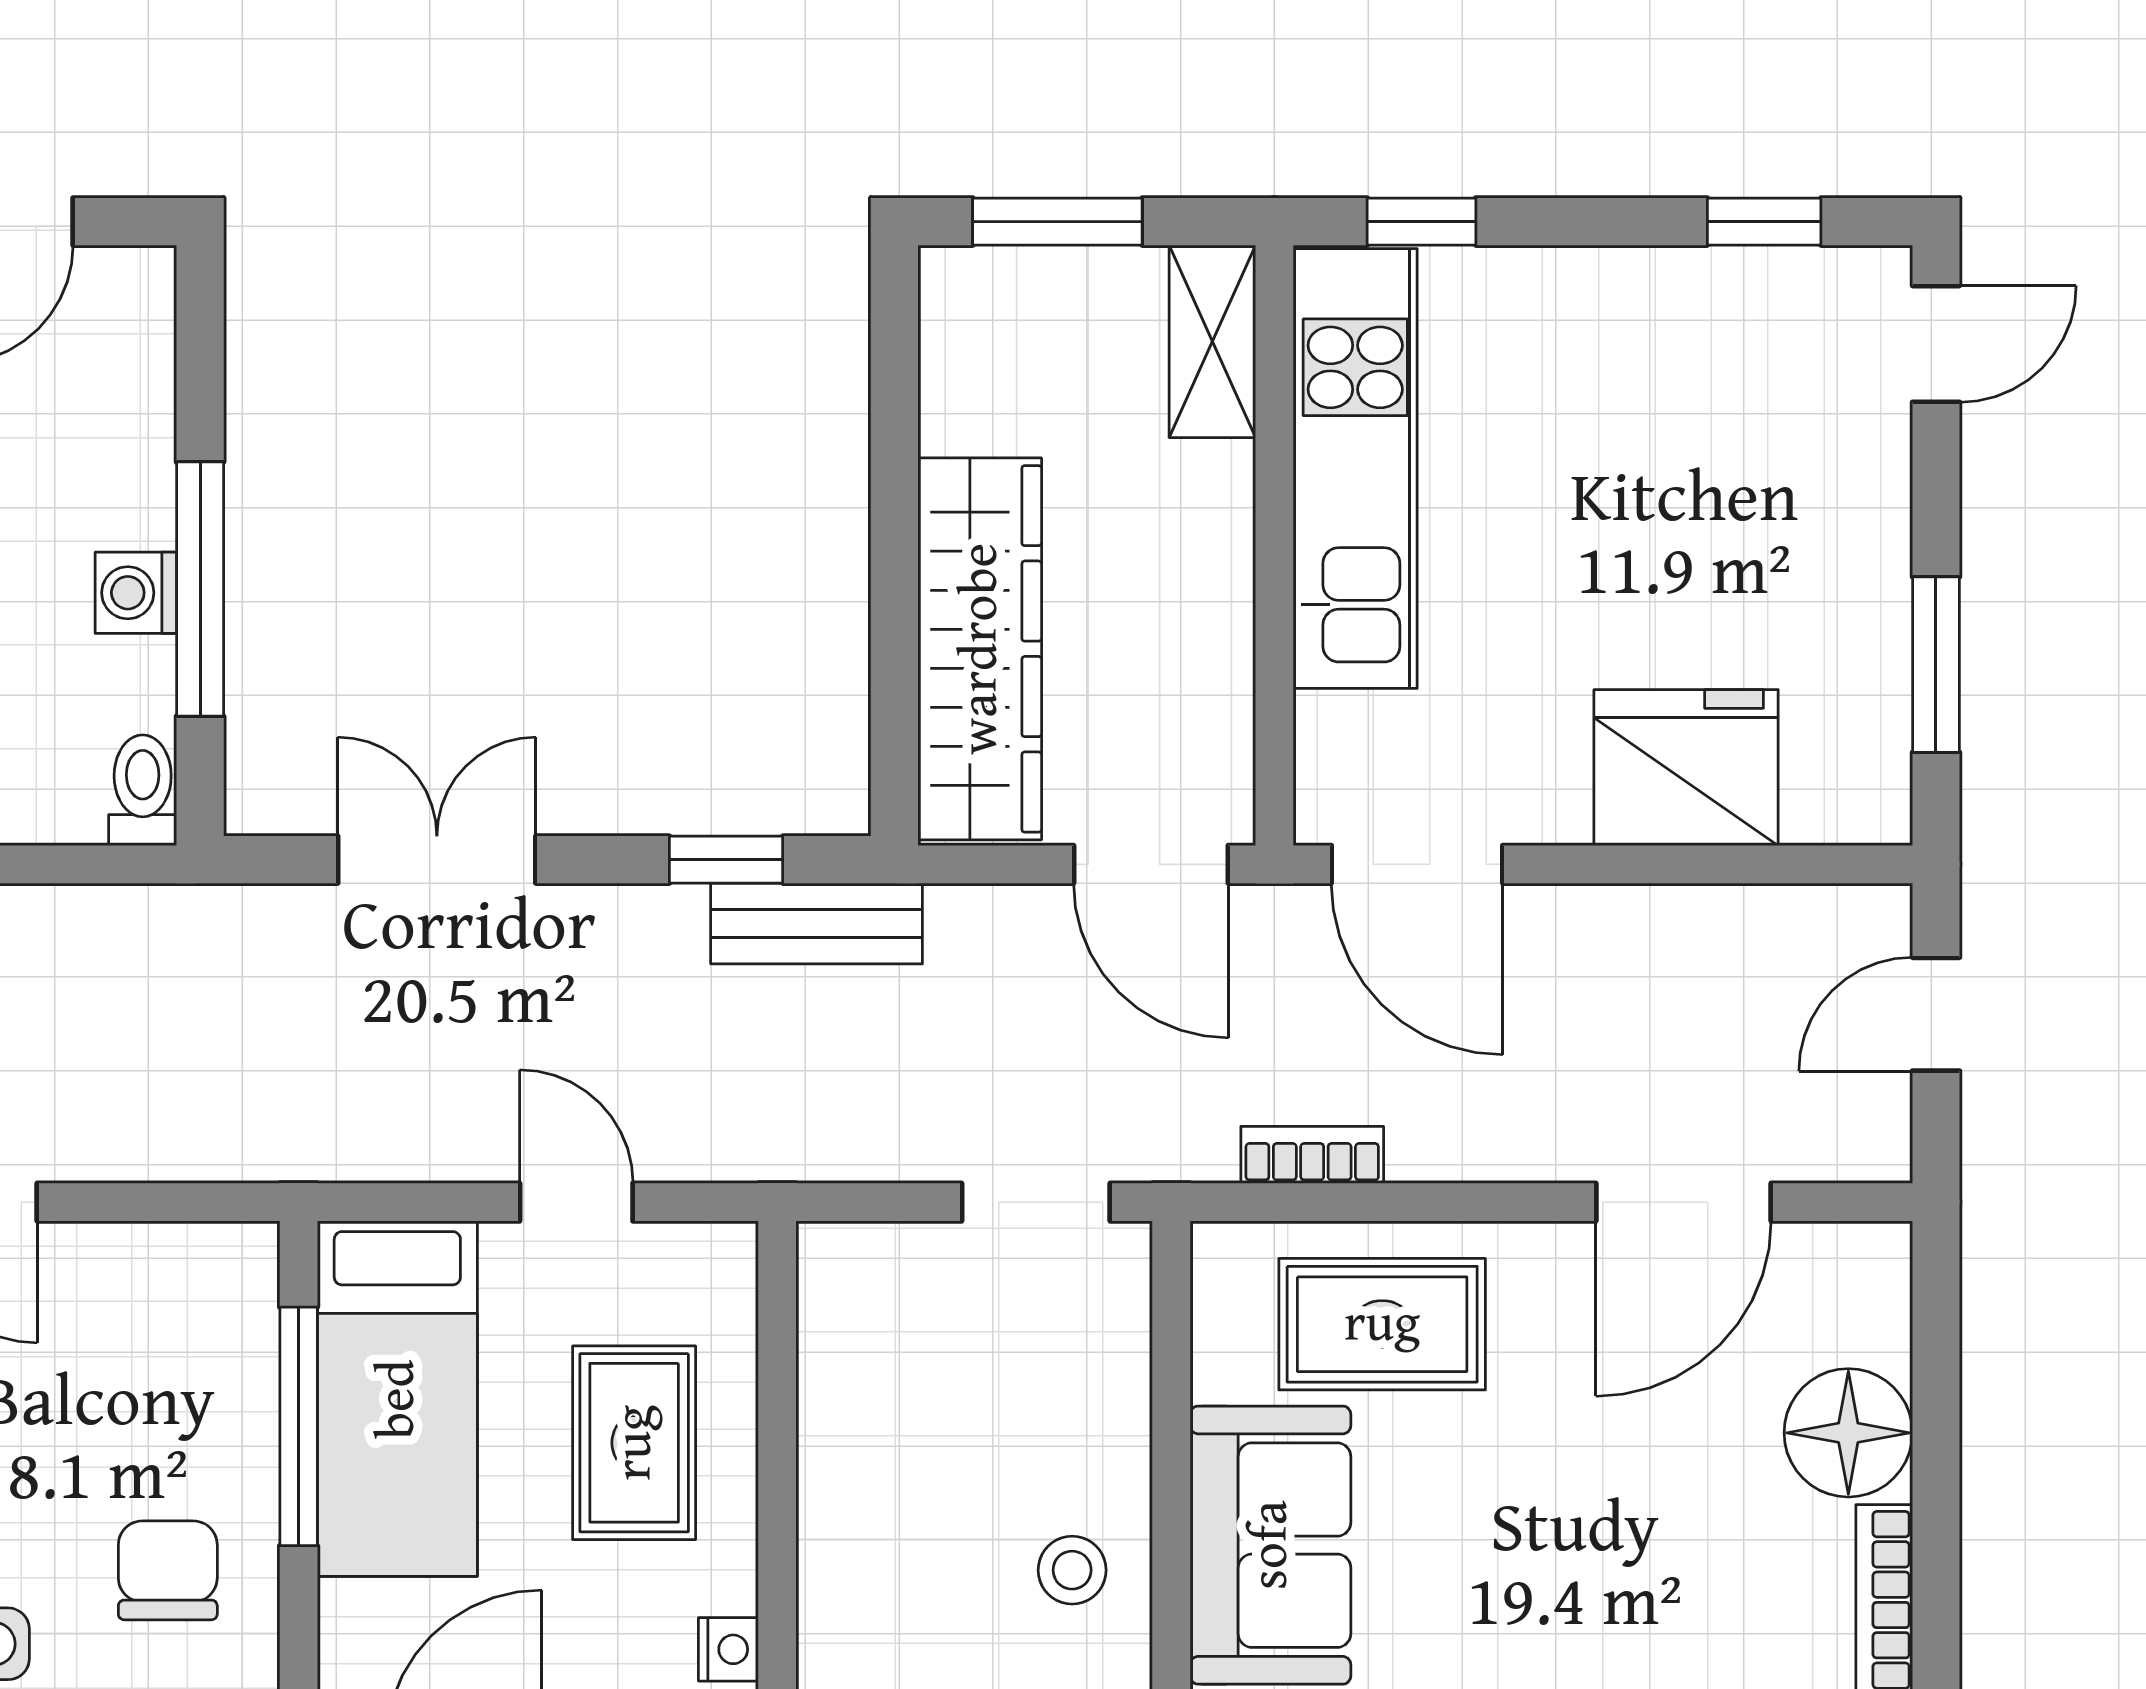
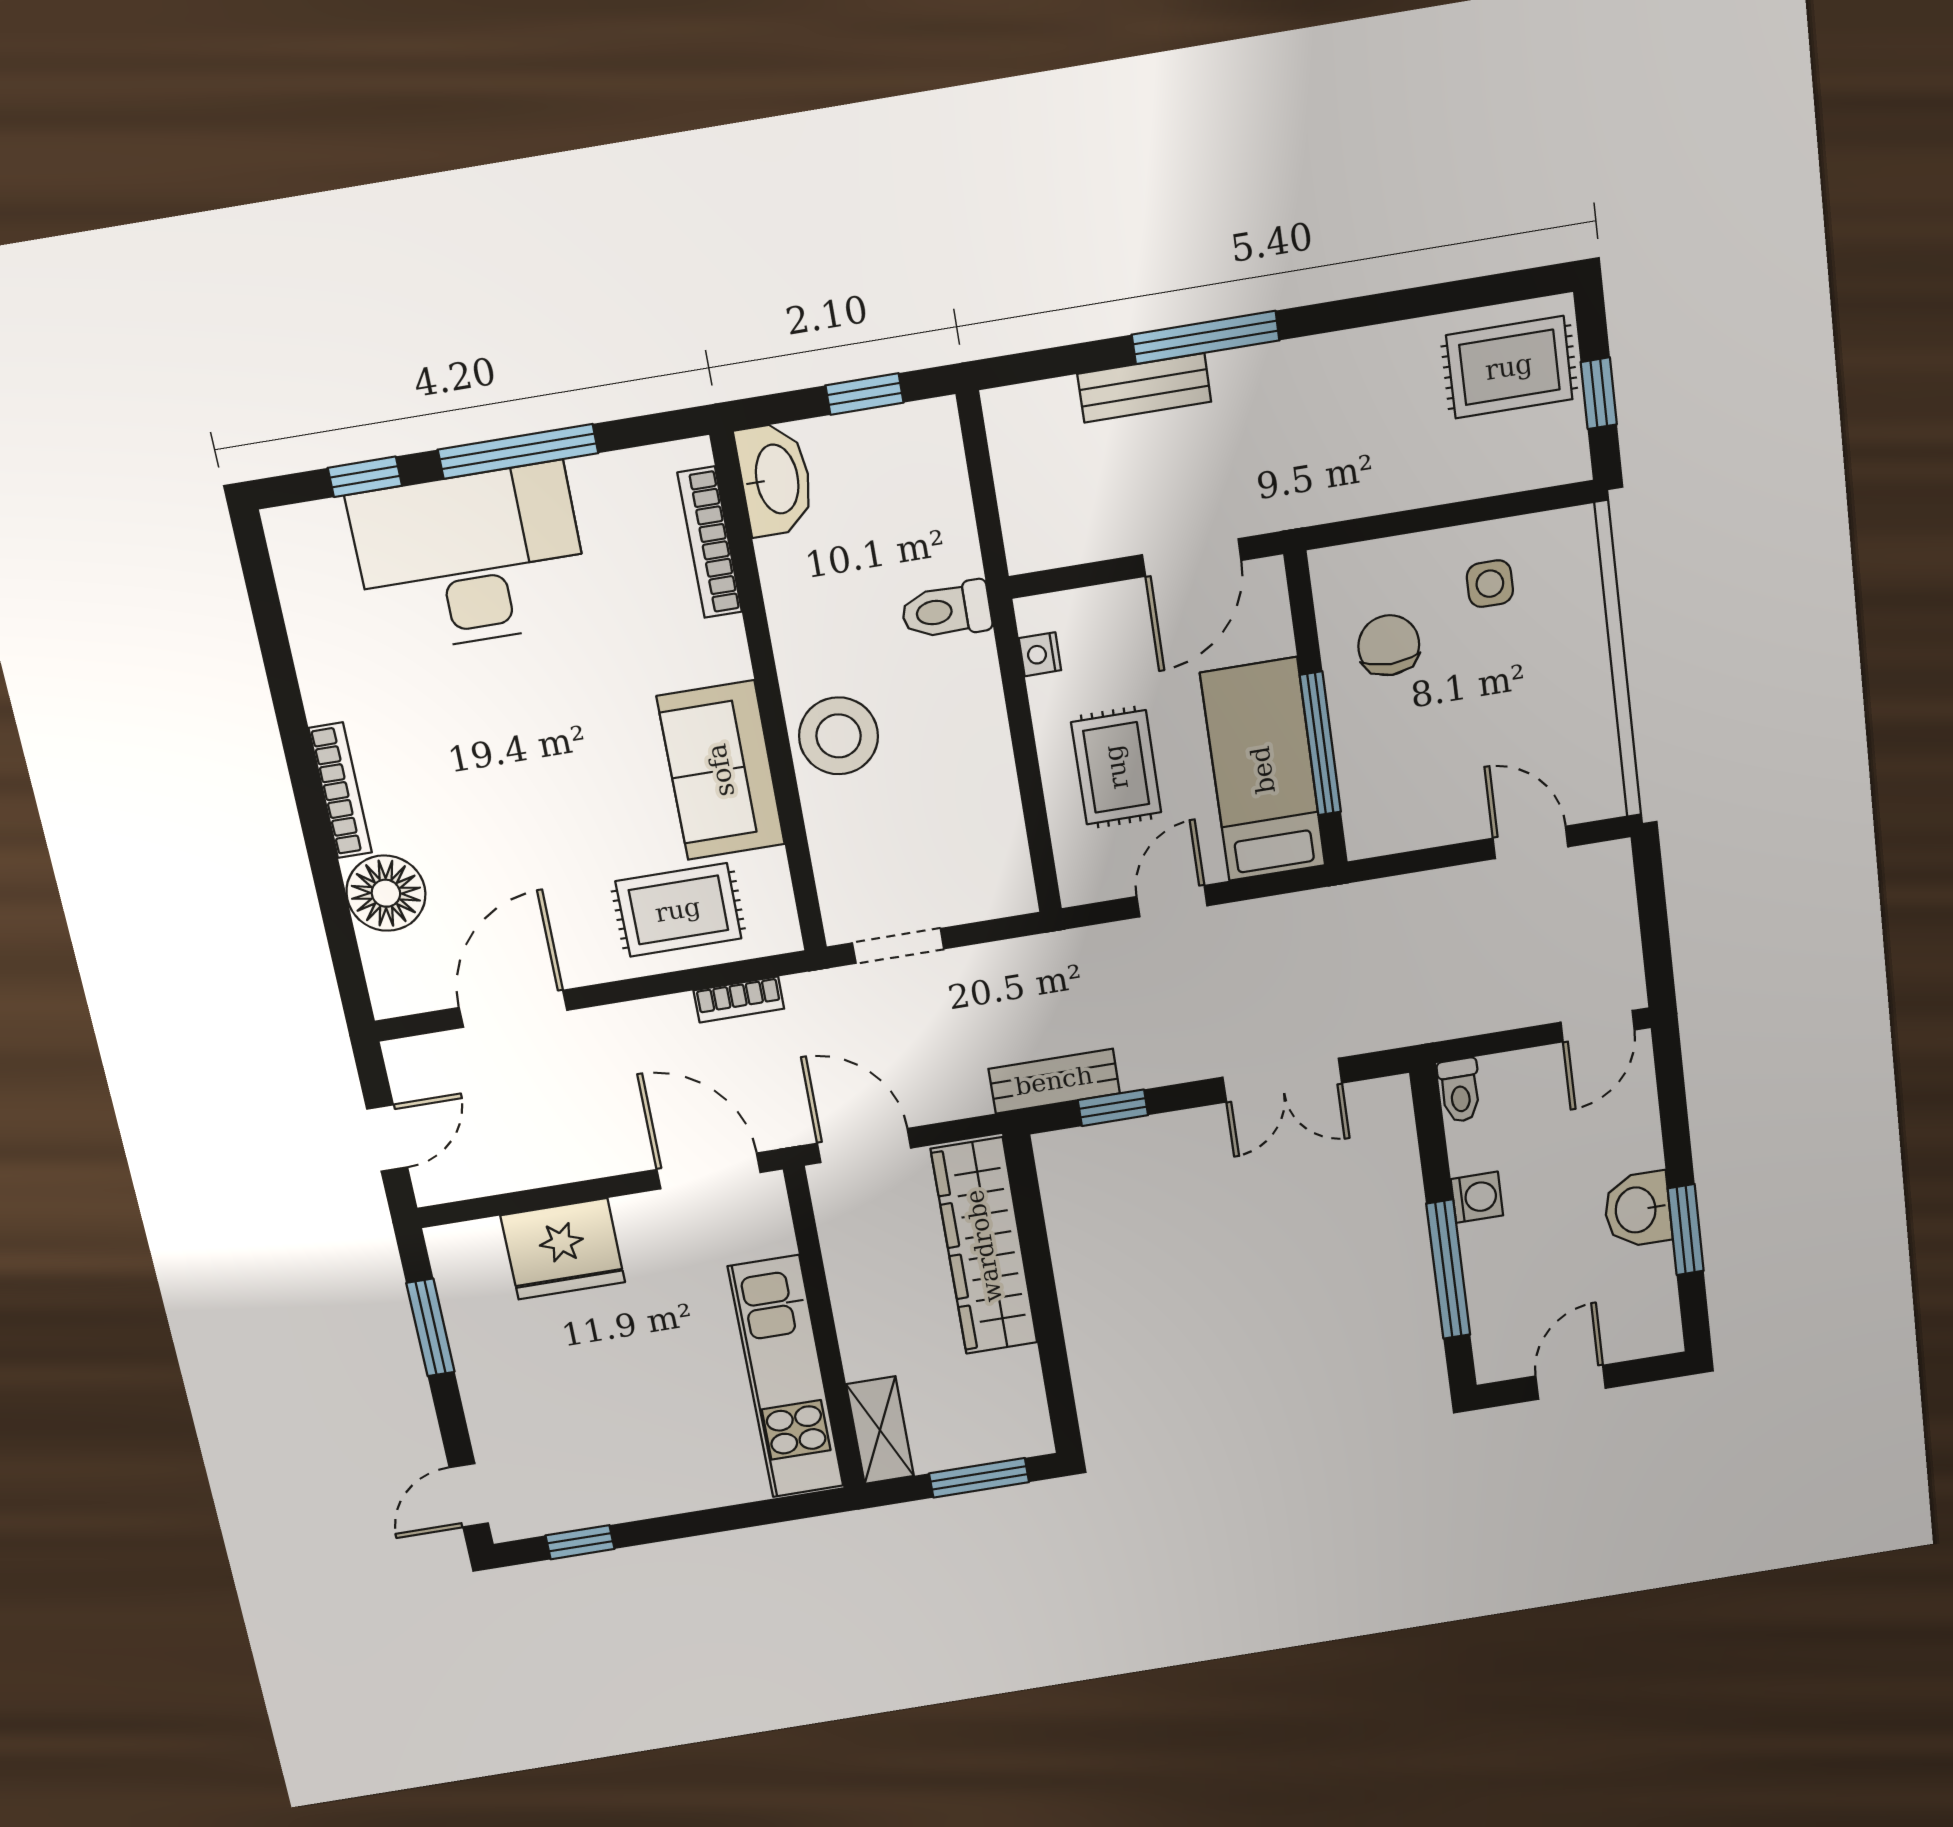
window: (1421, 222) -> (773, 1511), removed
window: (200, 589) -> (1448, 1269), moved
door: (576, 1202) -> (1172, 901), swing flipped
chair: (168, 1570) -> (1389, 645), turned 180
stool: (1072, 1570) -> (839, 736), width x1.89, depth x1.89

